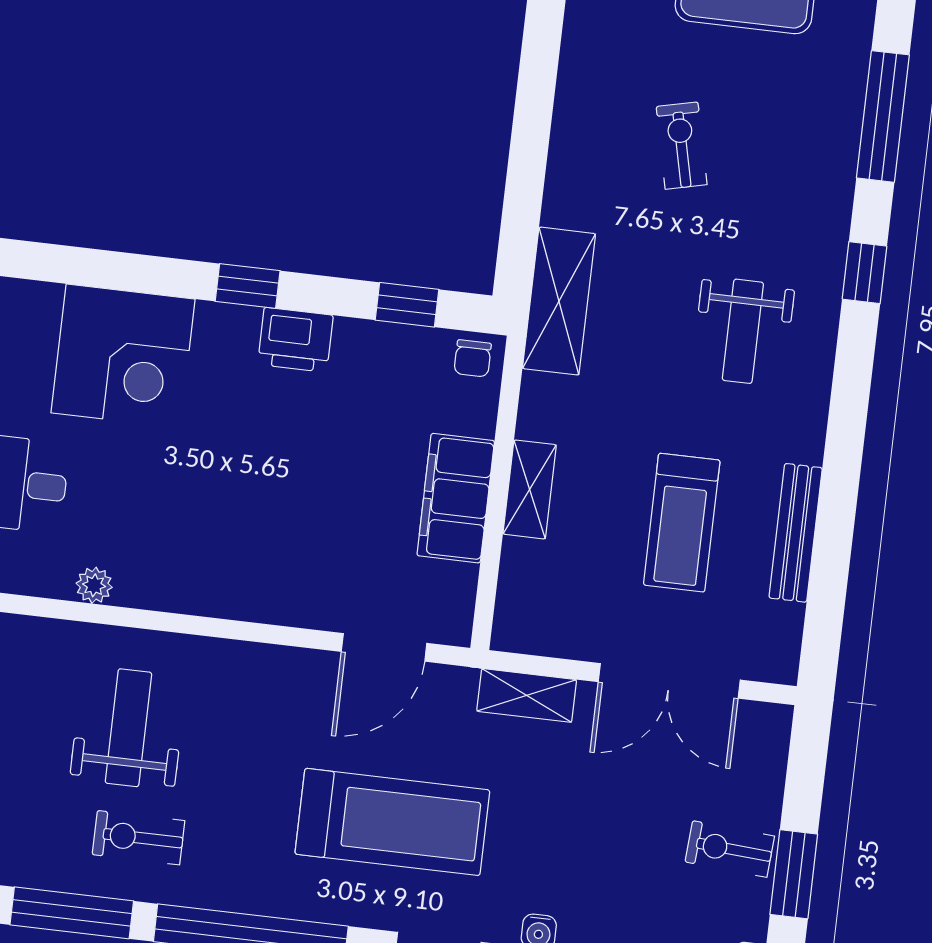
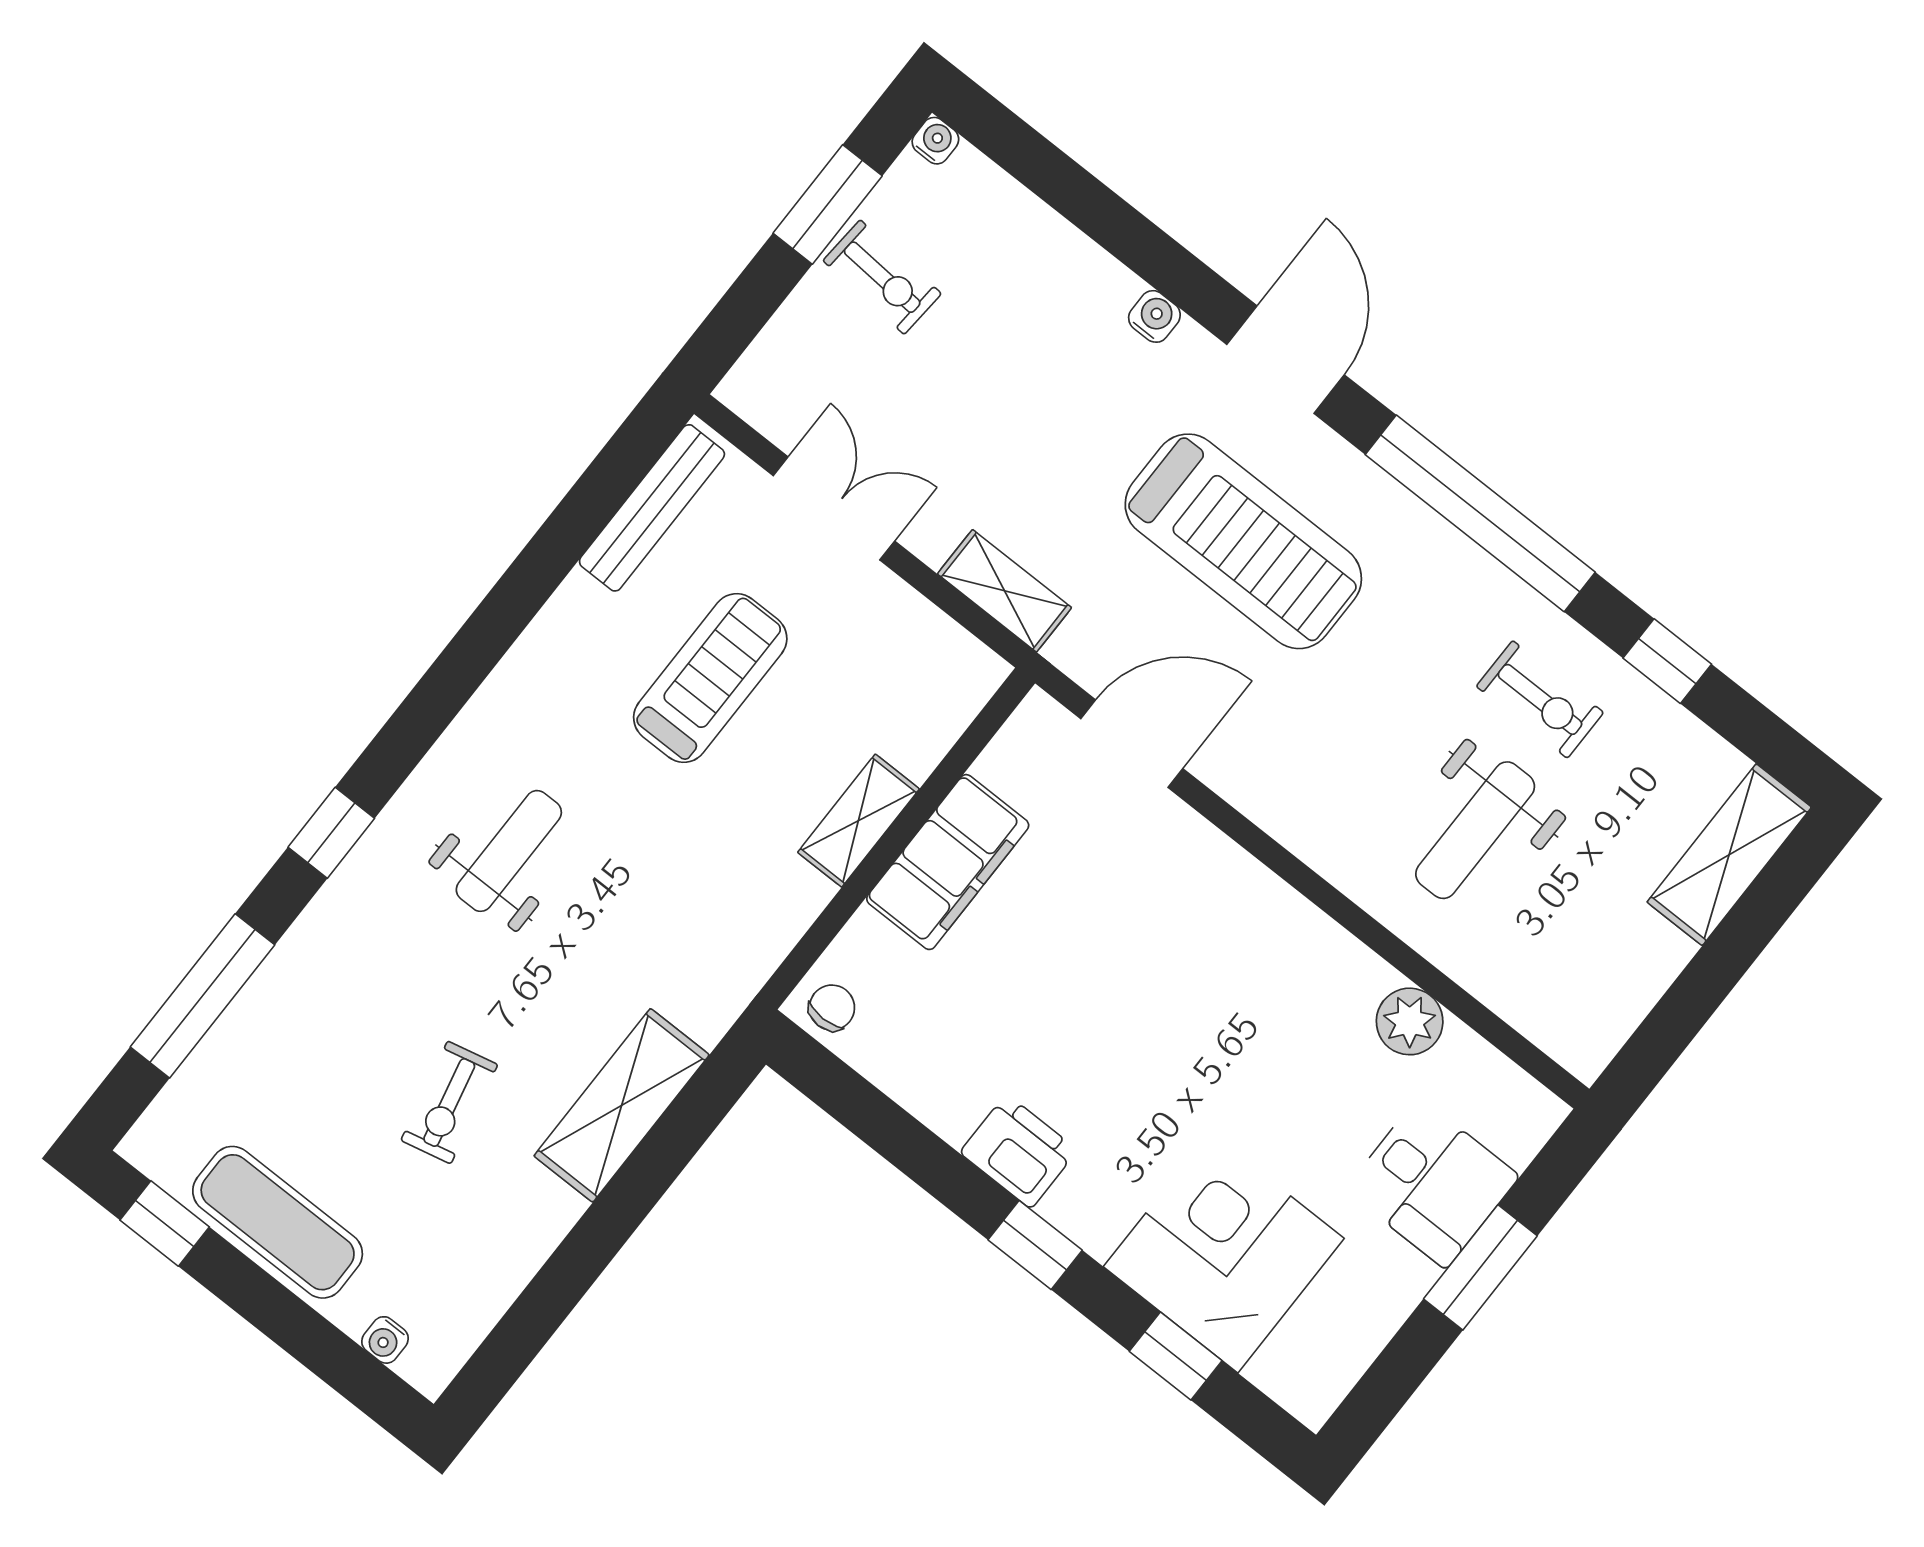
shelving: (559, 301) -> (622, 1105), moved
window: (407, 305) -> (1176, 1356), moved
bench: (796, 533) -> (652, 508), moved
plant: (94, 585) -> (1410, 1021), width x1.38, depth x1.38
double door: (669, 681) -> (834, 508), width x0.73
treadmill: (392, 822) -> (1243, 541), turned 180
window: (72, 913) -> (1667, 661), width x0.46

